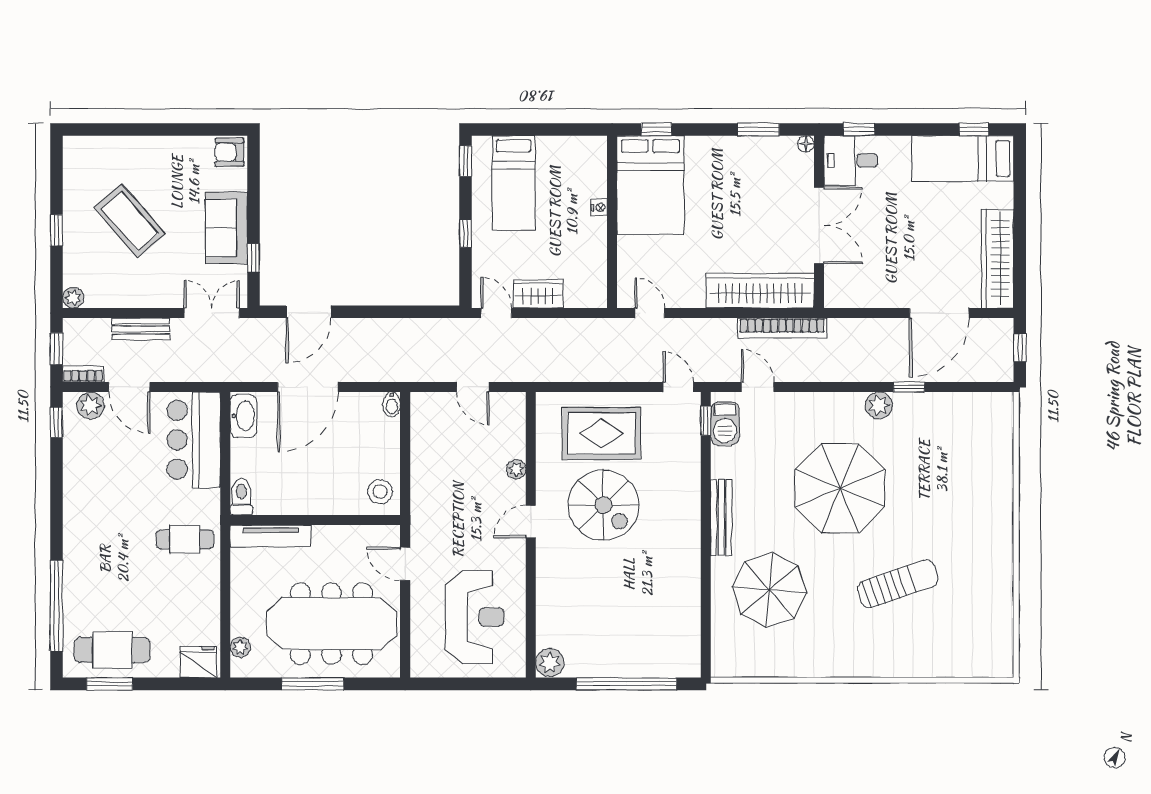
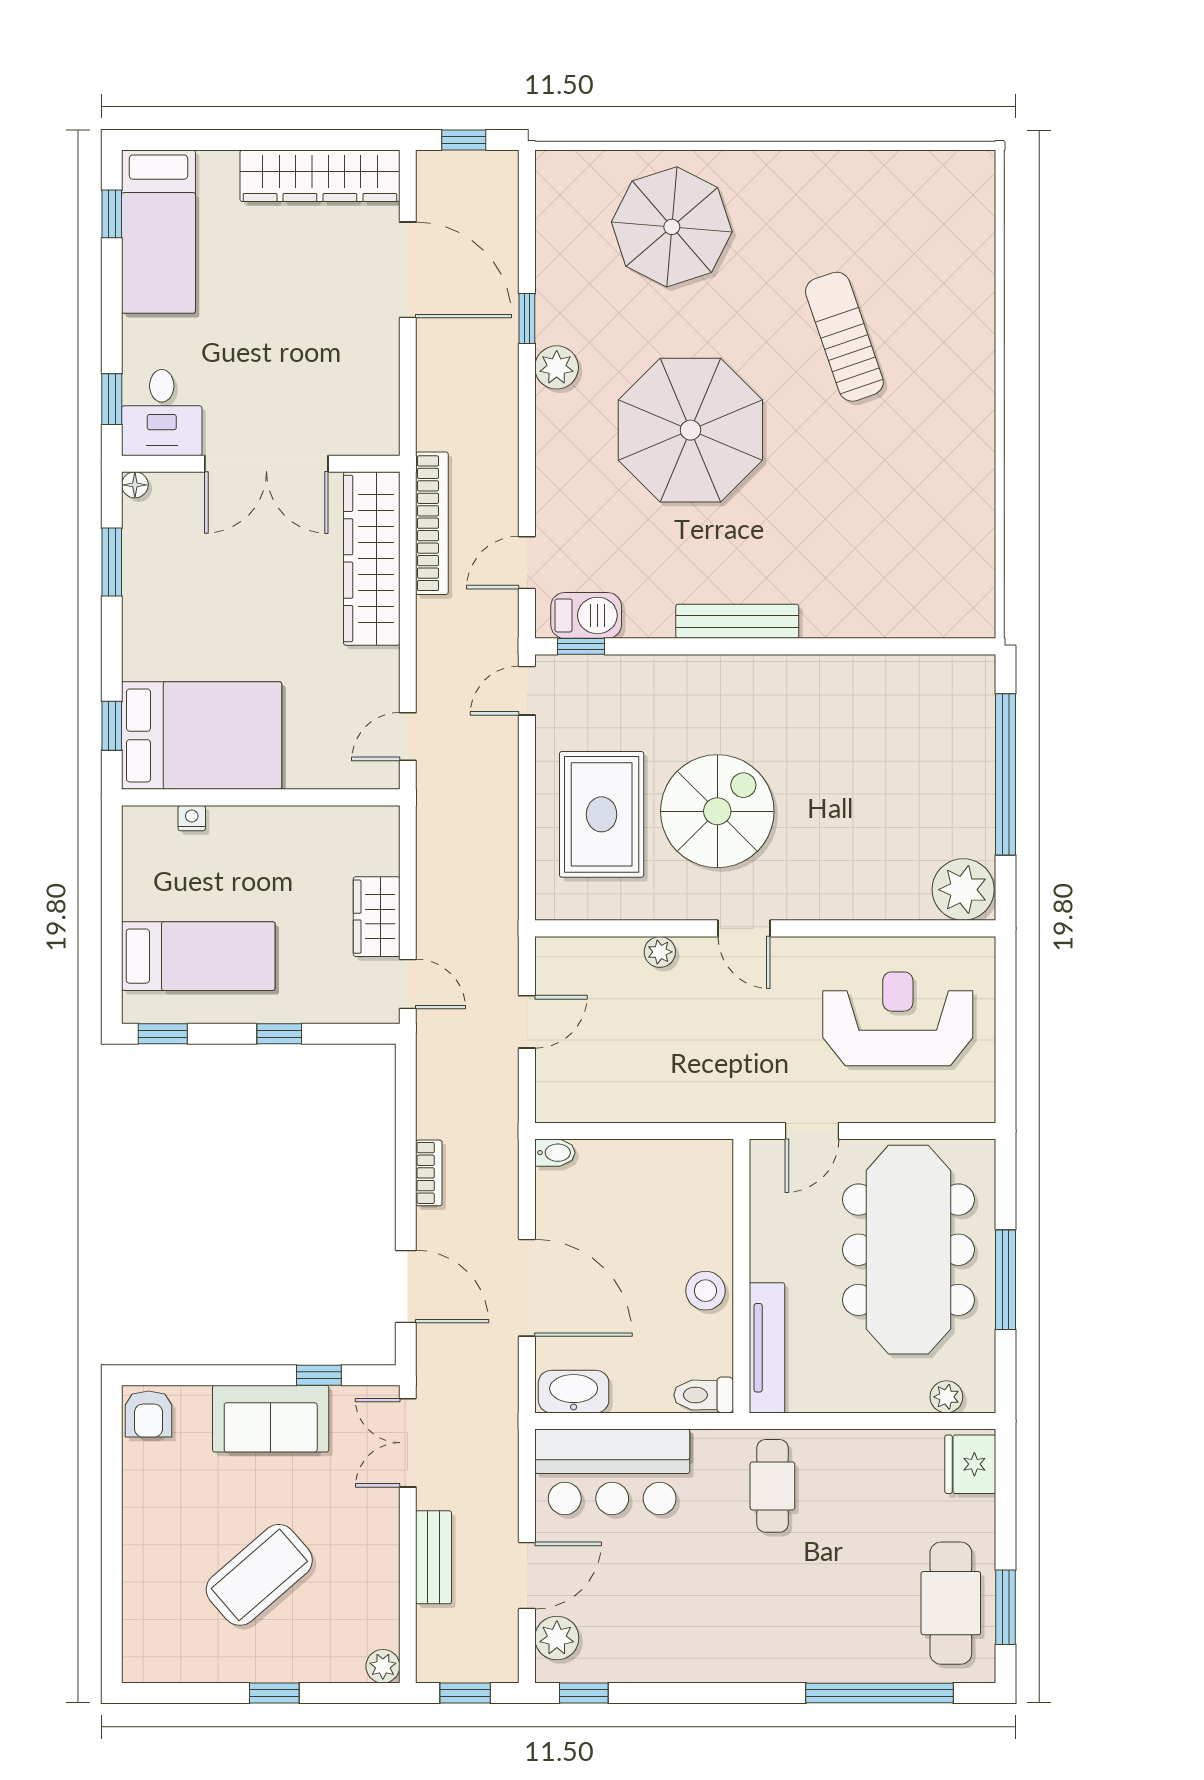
nightstand: (599, 207) -> (192, 818), moved
double door: (819, 225) -> (266, 464), swing flipped
door: (496, 313) -> (408, 984), swing flipped
bookcase: (83, 374) -> (429, 1173), moved, turned 180
stool: (380, 492) -> (705, 1291), moved
parasol: (769, 590) -> (672, 227), moved
plant: (550, 663) -> (963, 890), width x1.36, depth x1.36

